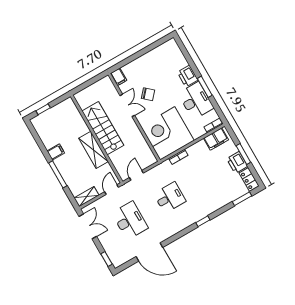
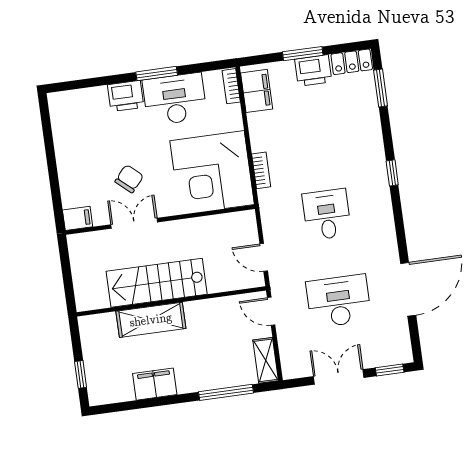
shelving: (93, 150) -> (151, 320), moved
filing cabinet: (56, 152) -> (155, 384), width x2.00
window: (58, 174) -> (226, 392), moved
double door: (88, 226) -> (339, 377), moved

